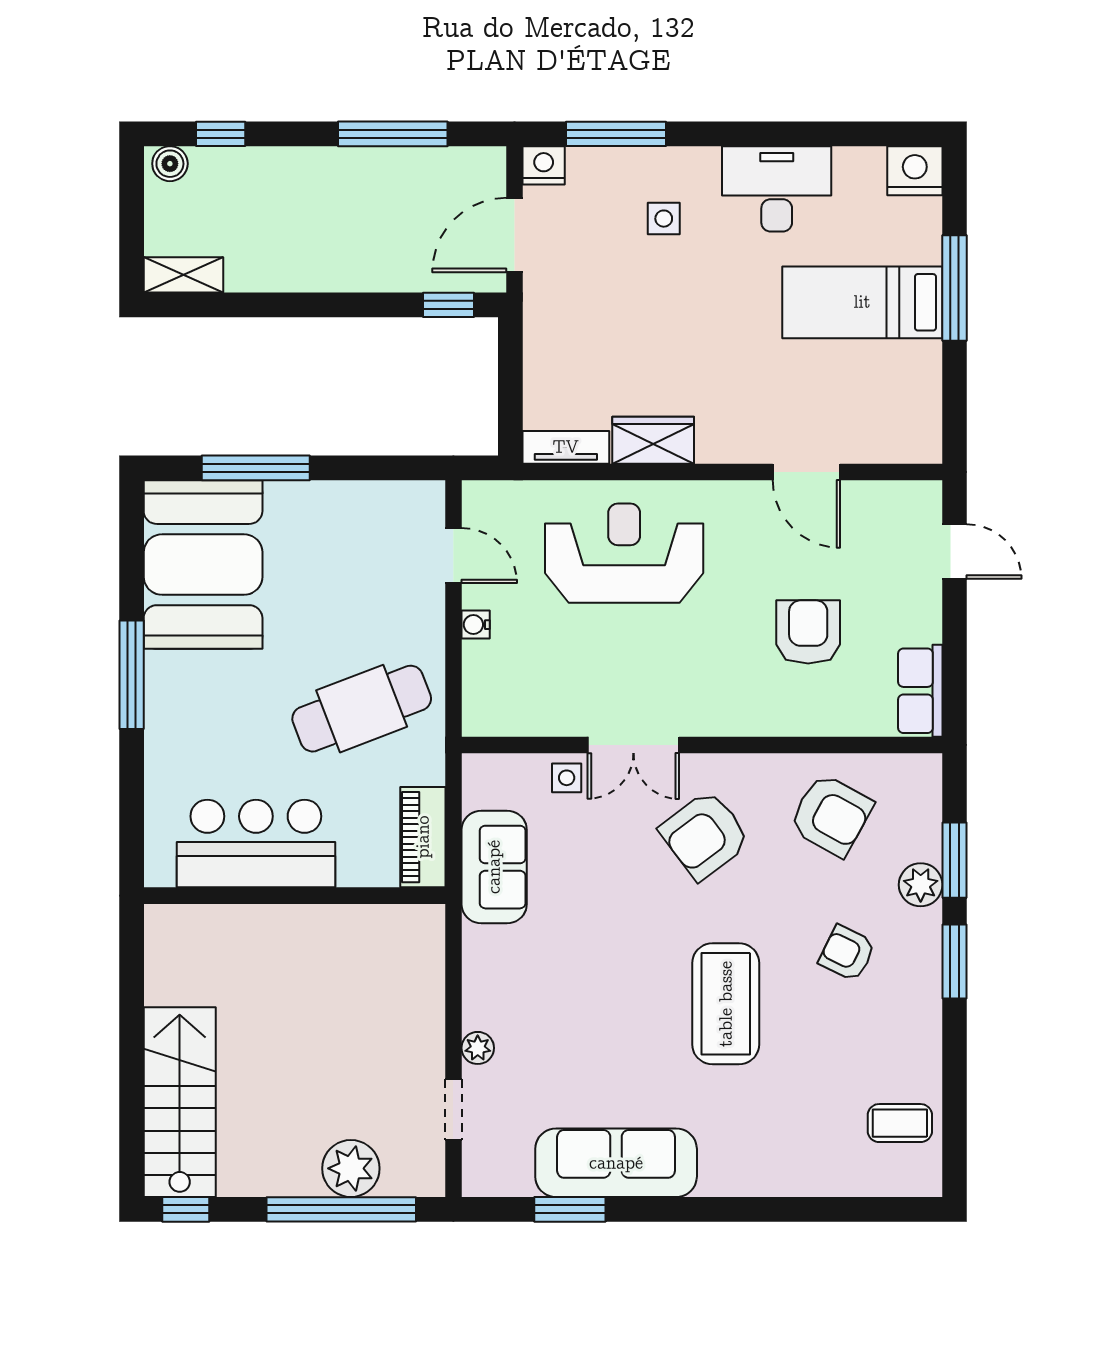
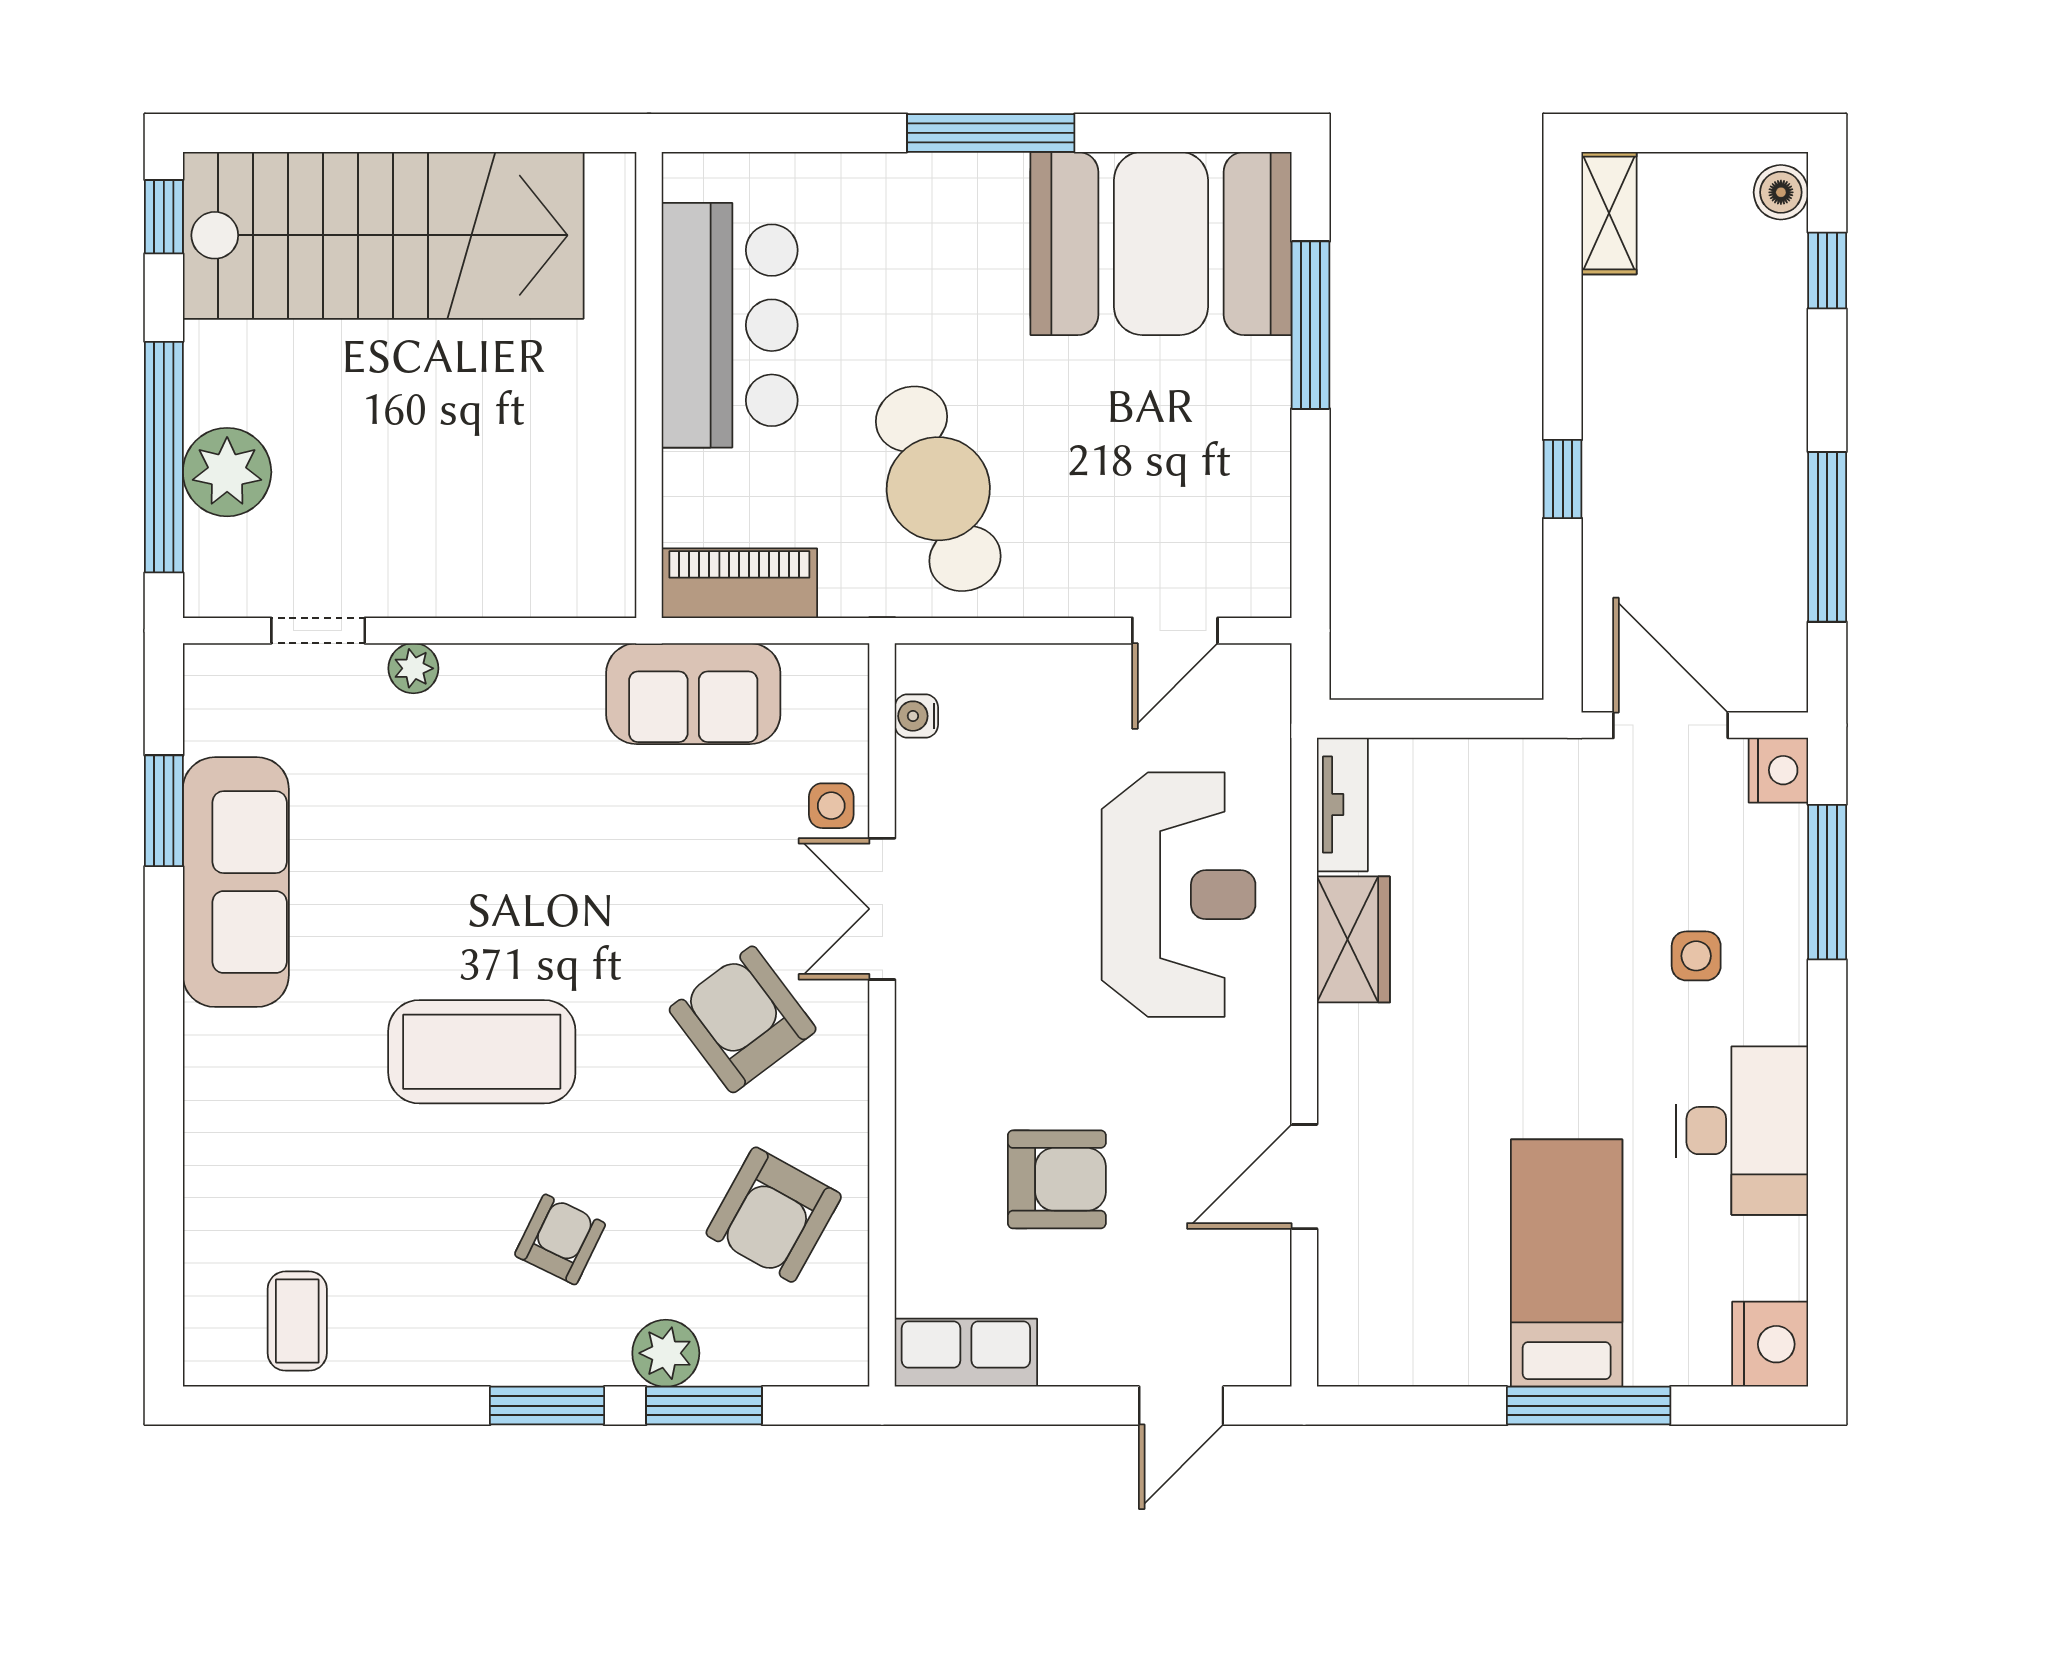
window: (448, 305) -> (1563, 479), moved
water cooler: (476, 625) -> (916, 716), moved, turned -90
stairs: (180, 1102) -> (383, 235), width x1.36, depth x1.51

